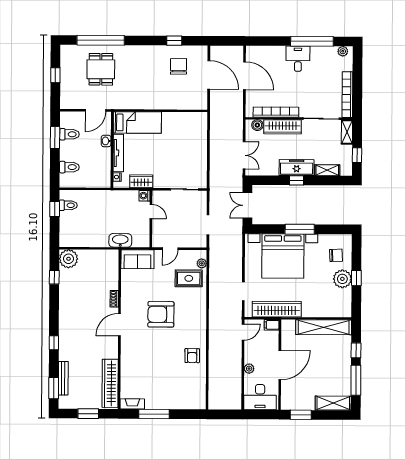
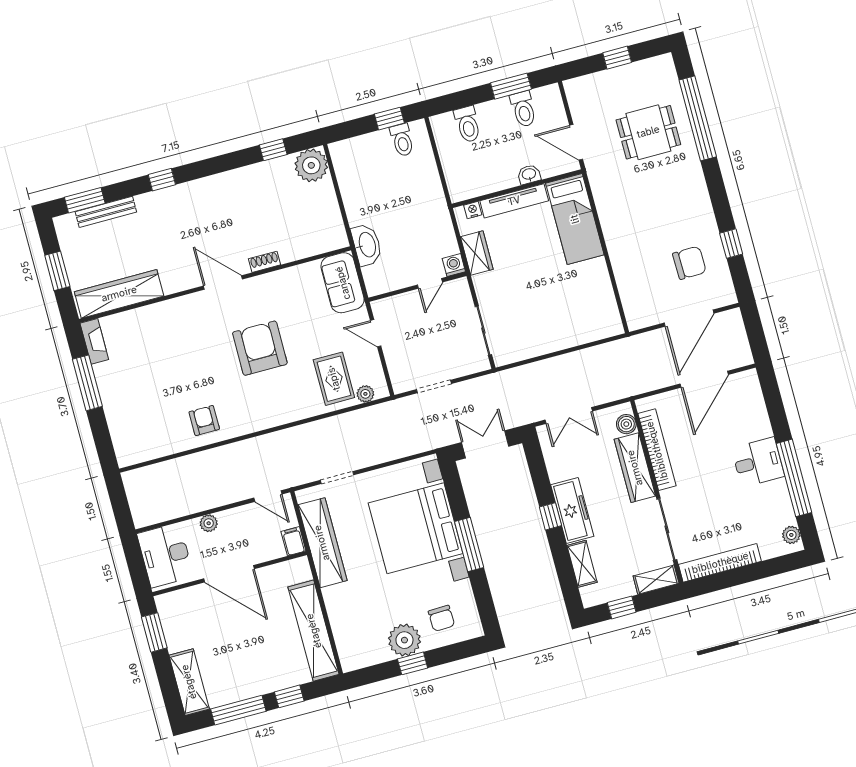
armchair: (192, 356) -> (204, 421), turned 90

